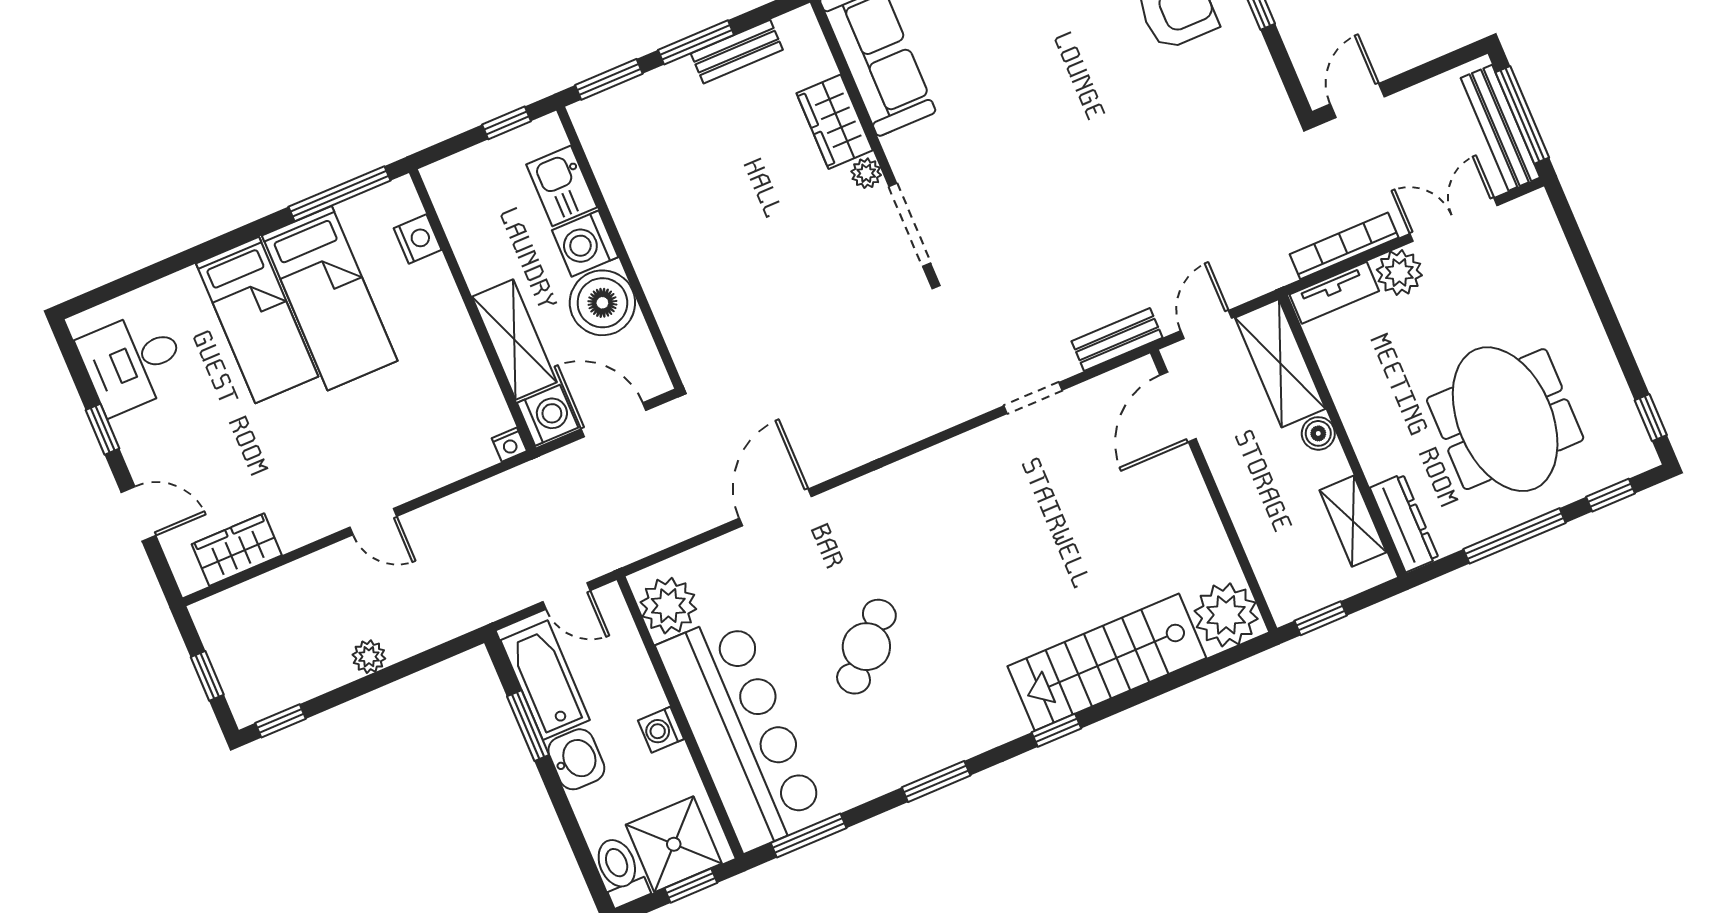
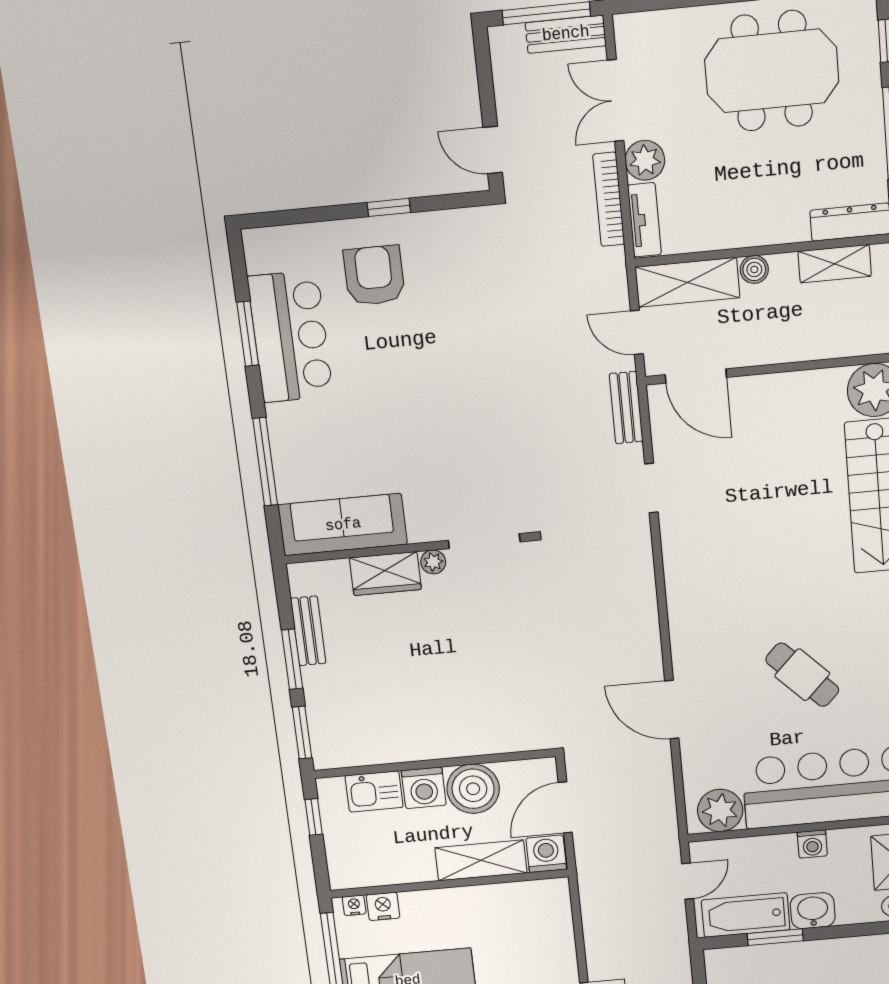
bench: (1500, 128) -> (566, 34), width x0.73
meeting table: (1505, 419) -> (772, 71), moved
nightstand: (509, 445) -> (354, 905), moved, turned -90

